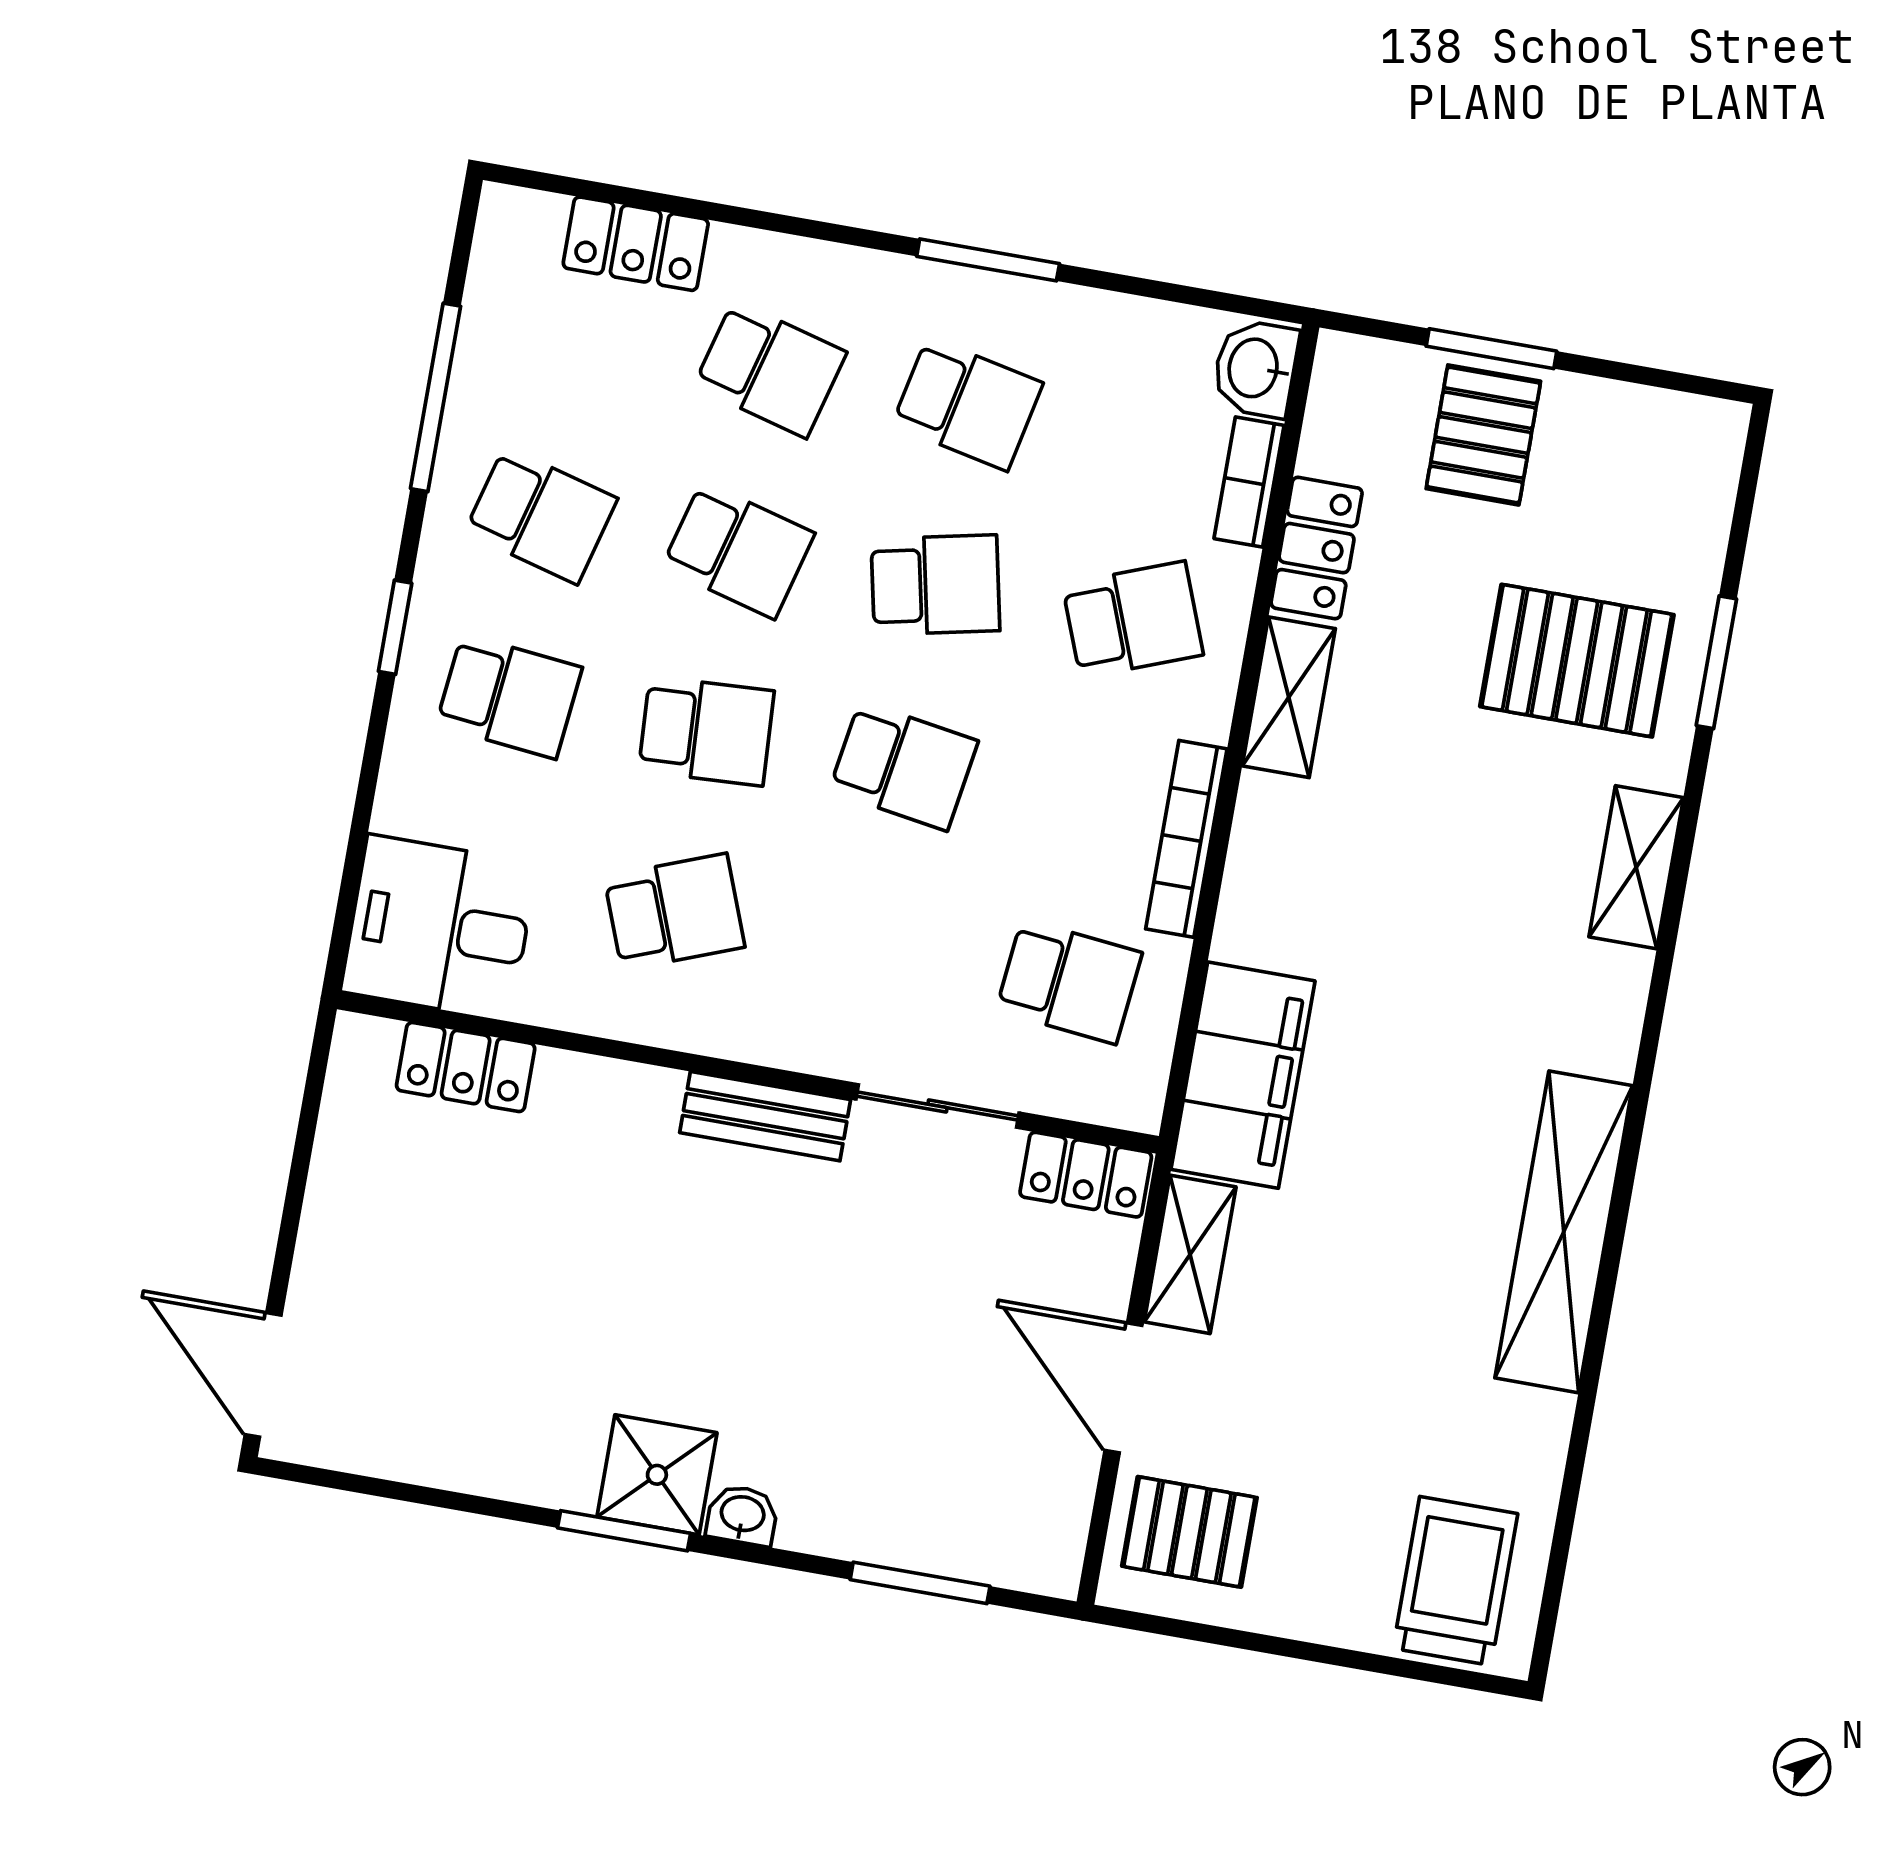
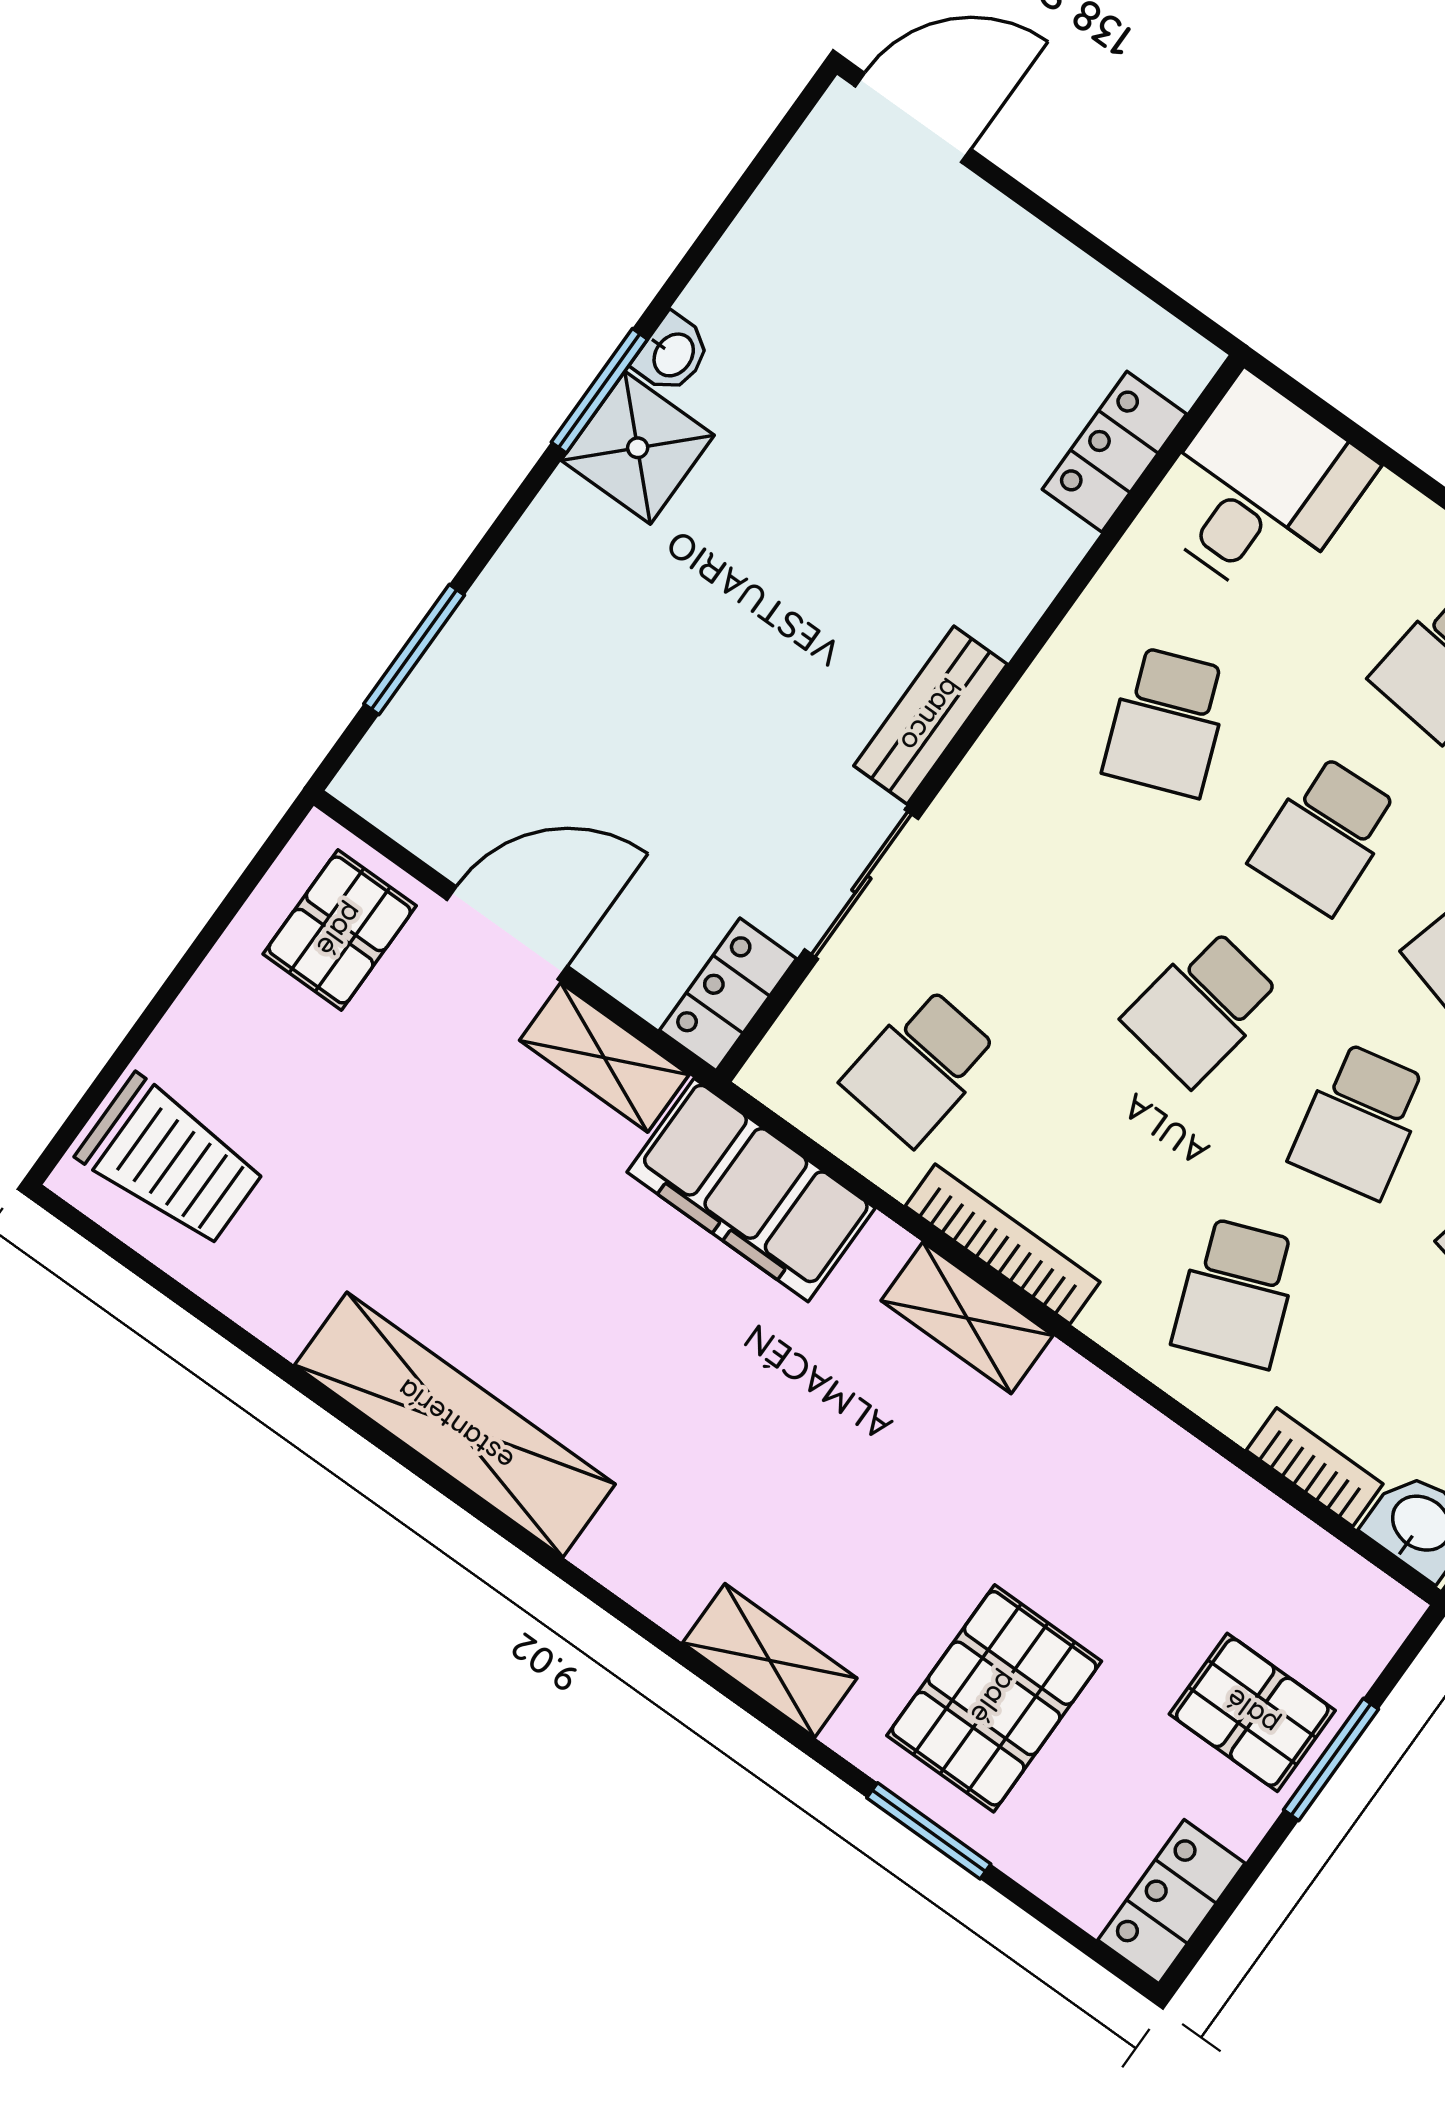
locker: (1317, 548) -> (1171, 1902), moved, turned 90
shelving: (1289, 697) -> (967, 1318), moved
washbasin: (742, 1515) -> (672, 354), moved

